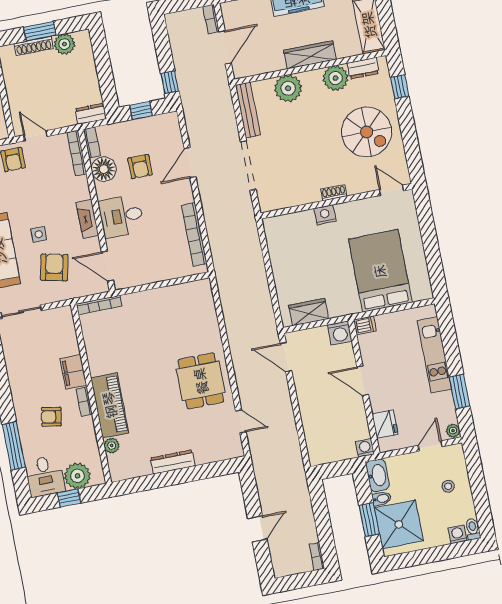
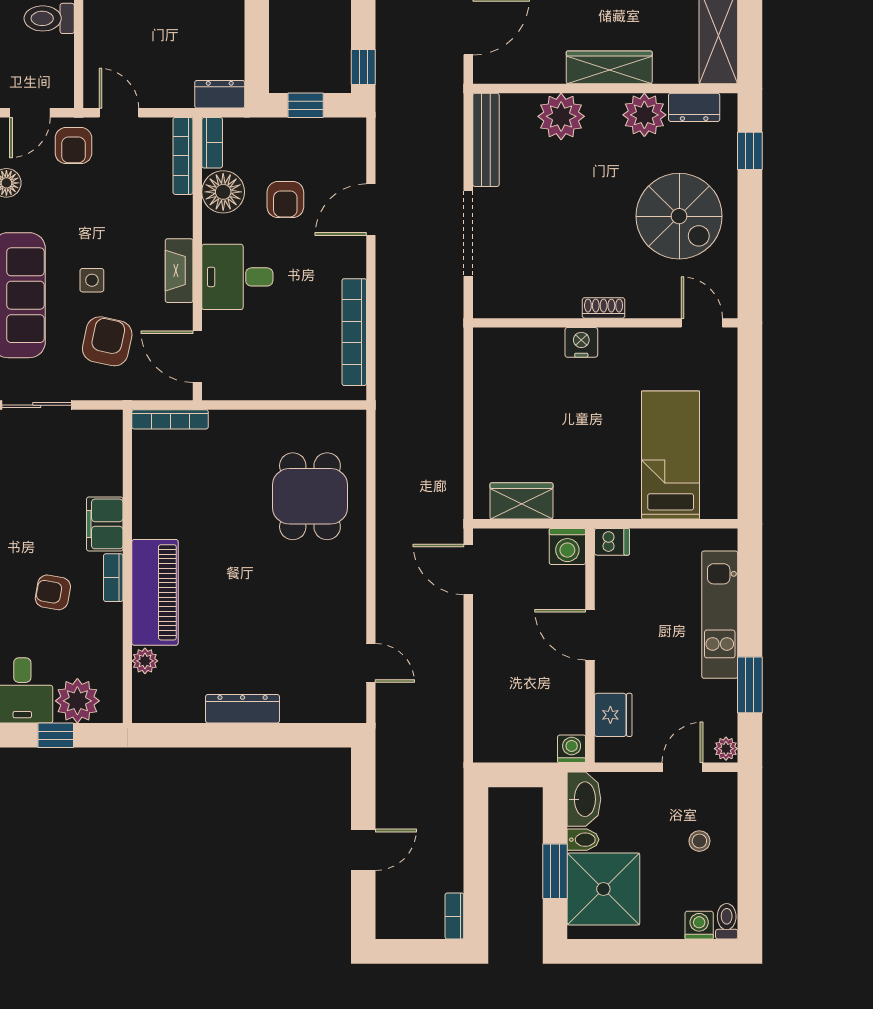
bed: (380, 271) -> (671, 455), width x0.67
dining table: (201, 381) -> (310, 496), moved

